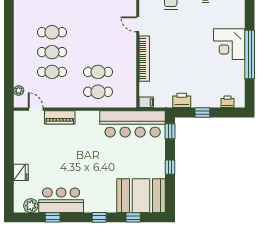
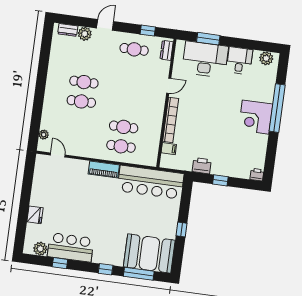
door: (138, 24) -> (169, 86), swing flipped
window: (250, 54) -> (277, 108), moved
cafe table: (52, 72) -> (79, 121), removed
filing cabinet: (146, 102) -> (169, 149), moved
printer: (228, 102) -> (257, 175), moved
piano: (60, 117) -> (104, 169), moved
window: (170, 131) -> (186, 194), removed
window: (133, 217) -> (139, 274), width x2.17

